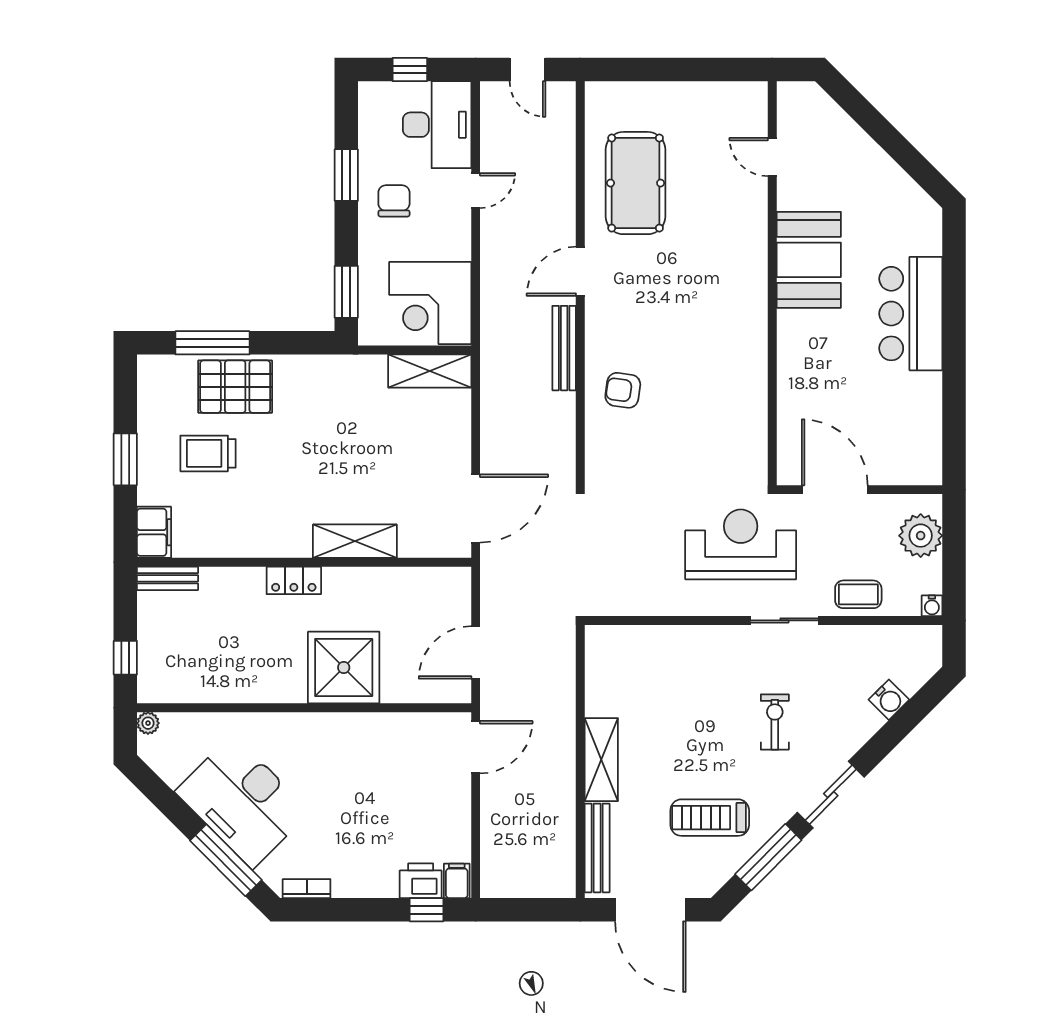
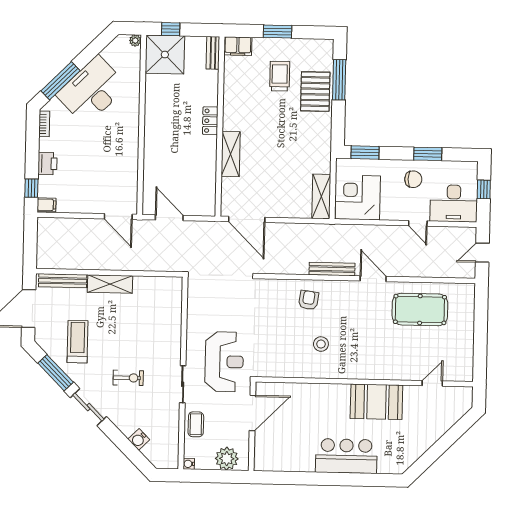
stool: (704, 365) -> (321, 344), added
shower: (344, 668) -> (165, 55), moved
printer: (421, 881) -> (48, 164), moved

